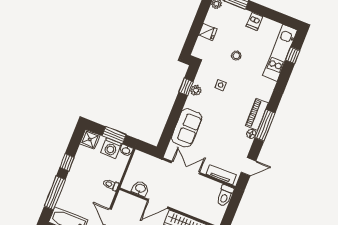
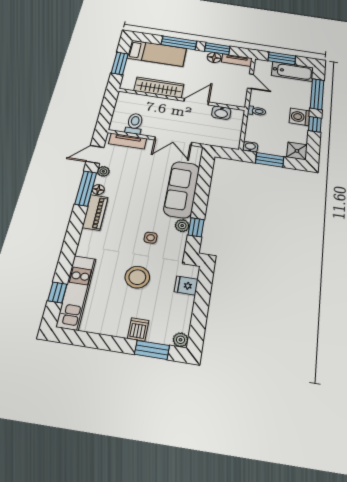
dishwasher: (254, 21) -> (138, 329), moved
fridge: (208, 32) -> (186, 286), moved
stool: (236, 56) -> (137, 277), width x1.89, depth x1.89
window: (265, 125) -> (86, 188), moved
sofa: (187, 128) -> (182, 189), width x1.36
washing machine: (111, 148) -> (300, 117), moved, turned -90
plant: (245, 150) -> (103, 171), added
toilet: (225, 196) -> (135, 124), moved

